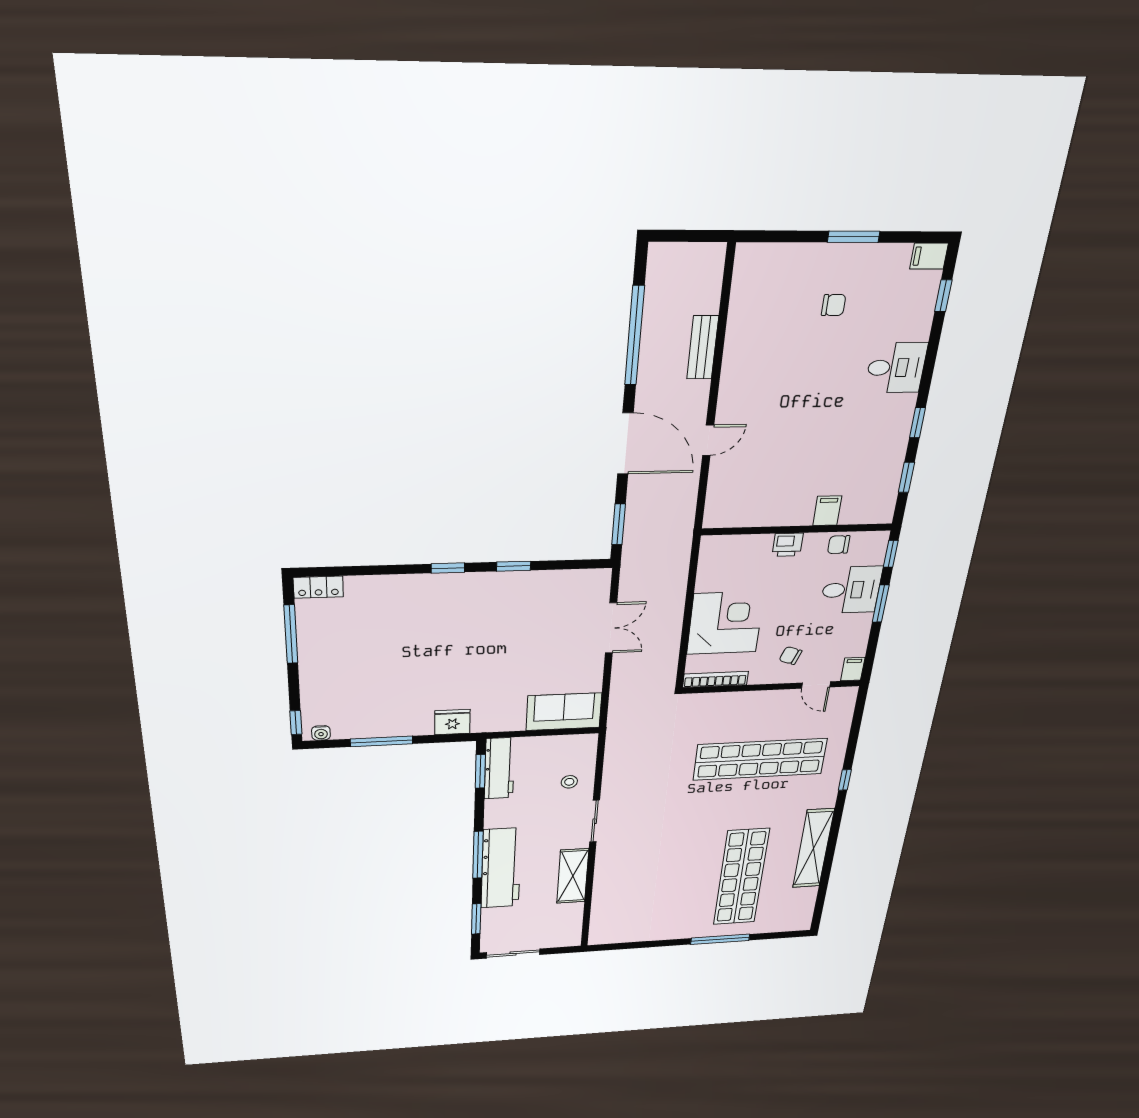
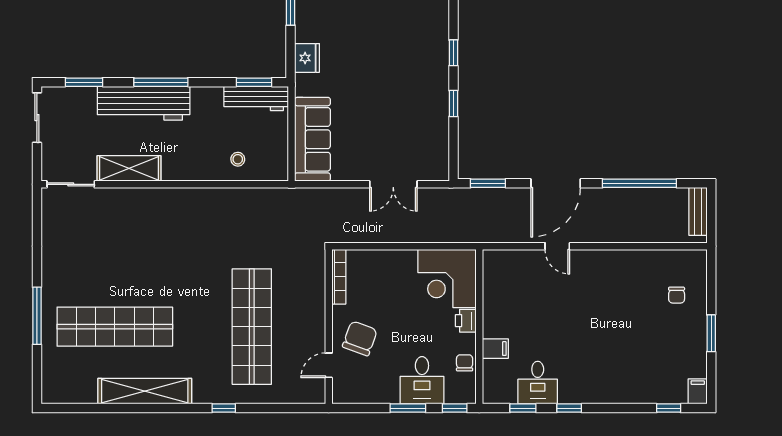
chair: (834, 305) -> (677, 295), moved
bench: (703, 347) -> (698, 211), moved, turned 90
desk: (896, 368) -> (538, 383), moved
corner desk: (725, 623) -> (447, 278), moved, turned 90
chair: (790, 656) -> (360, 338), width x1.87, depth x1.87
filing cabinet: (853, 669) -> (344, 395), removed
sofa: (564, 712) -> (312, 139), width x1.36
sliding door: (595, 821) -> (71, 184), moved

